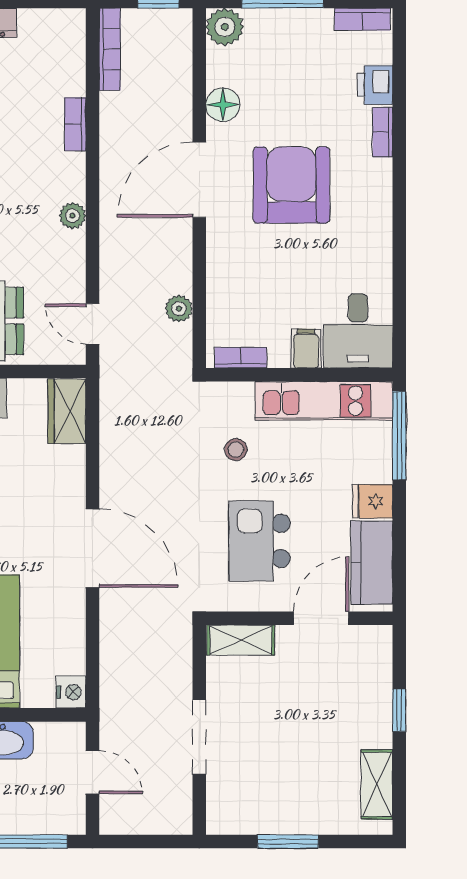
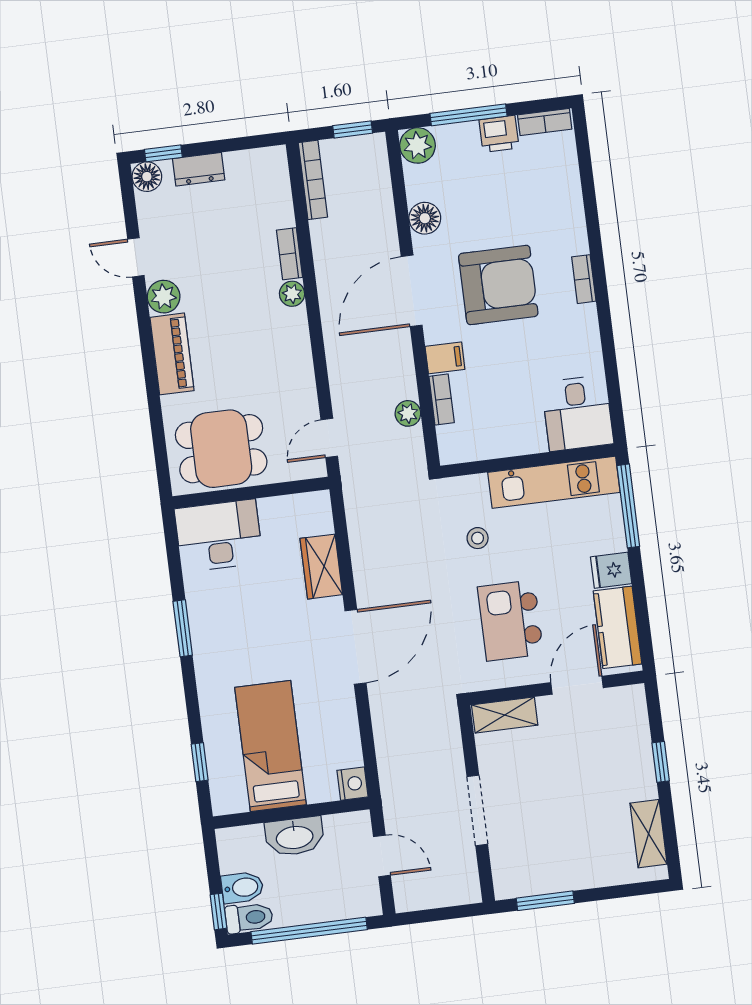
printer: (375, 85) -> (499, 134), moved, turned -90
bookcase: (383, 132) -> (584, 279), moved
armchair: (291, 185) -> (498, 285), turned 90
plant: (72, 216) -> (292, 294), moved
door: (92, 324) -> (329, 438), hinge flipped
filing cabinet: (306, 349) -> (445, 358), moved, turned 90
bookcase: (241, 358) -> (442, 399), moved, turned 90
wardrobe: (67, 411) -> (321, 567), moved
door: (92, 548) -> (356, 647), hinge flipped
window: (288, 842) -> (545, 901), moved

